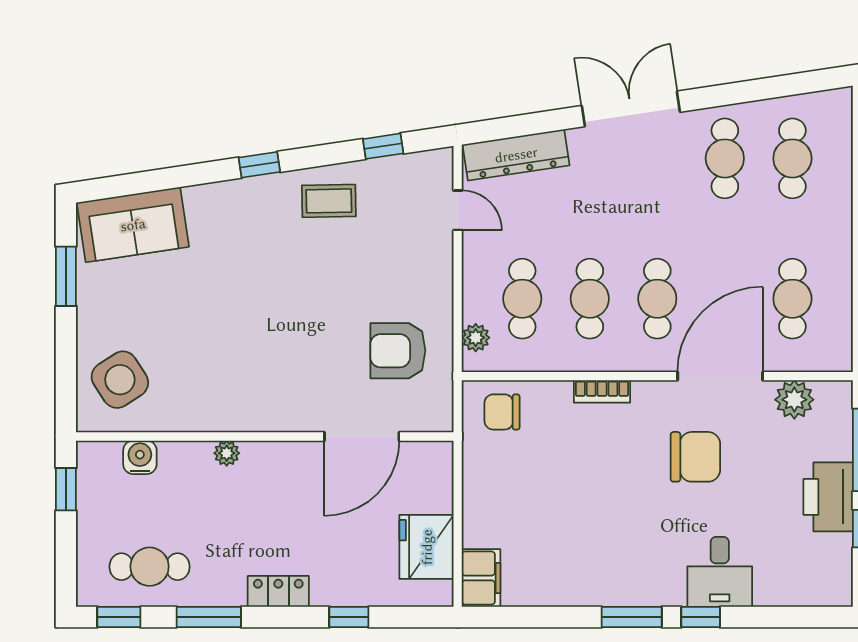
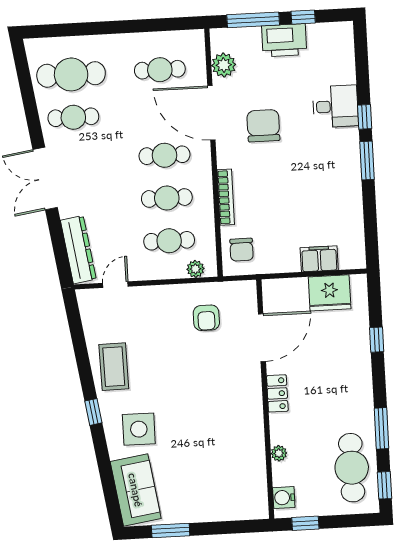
window: (383, 146) -> (77, 334), removed
cafe table: (792, 158) -> (71, 74), width x1.37, depth x1.35
coffee table: (329, 201) -> (114, 367), width x1.36, depth x1.30
armchair: (398, 351) -> (206, 318), width x0.72, depth x0.72
side table: (120, 380) -> (139, 429), moved, turned 33
bookcase: (602, 391) -> (226, 197), width x1.56
door: (362, 437) -> (262, 338), hinge flipped
plant: (227, 453) -> (279, 453), moved
water cooler: (140, 457) -> (284, 498), moved
cafe table: (150, 567) -> (352, 468), width x1.37, depth x1.35
filing cabinet: (481, 578) -> (319, 259), moved
locker: (278, 591) -> (277, 393), moved, turned 180

